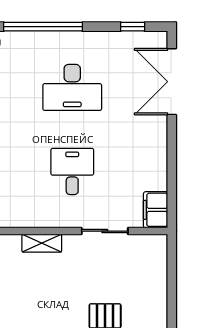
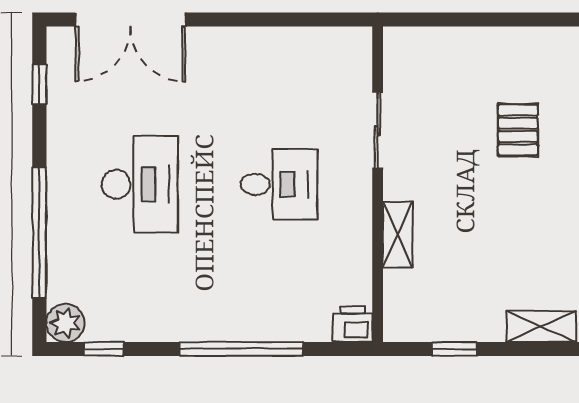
desk: (72, 171) -> (279, 184), turned 180
filing cabinet: (156, 210) -> (342, 46), removed

